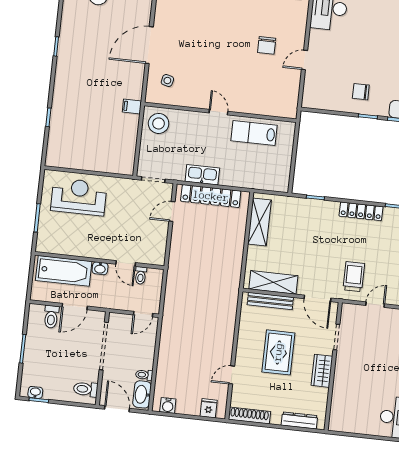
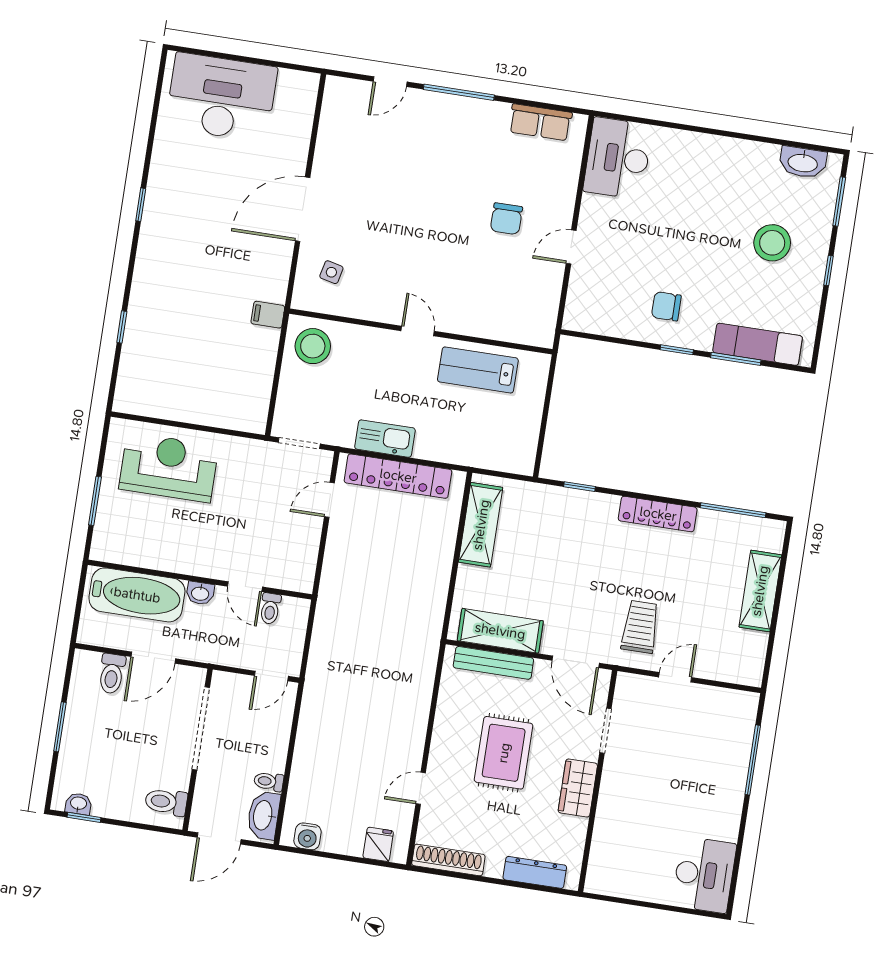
door: (117, 409) -> (219, 838), swing flipped

